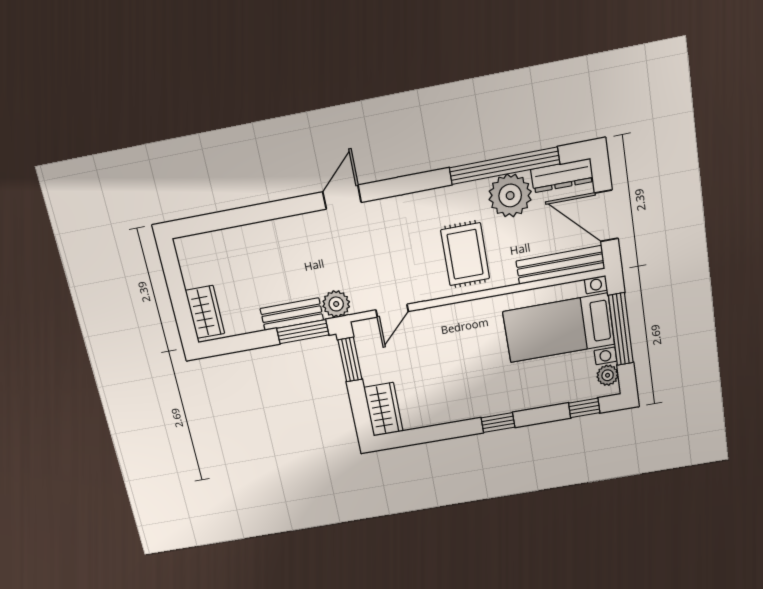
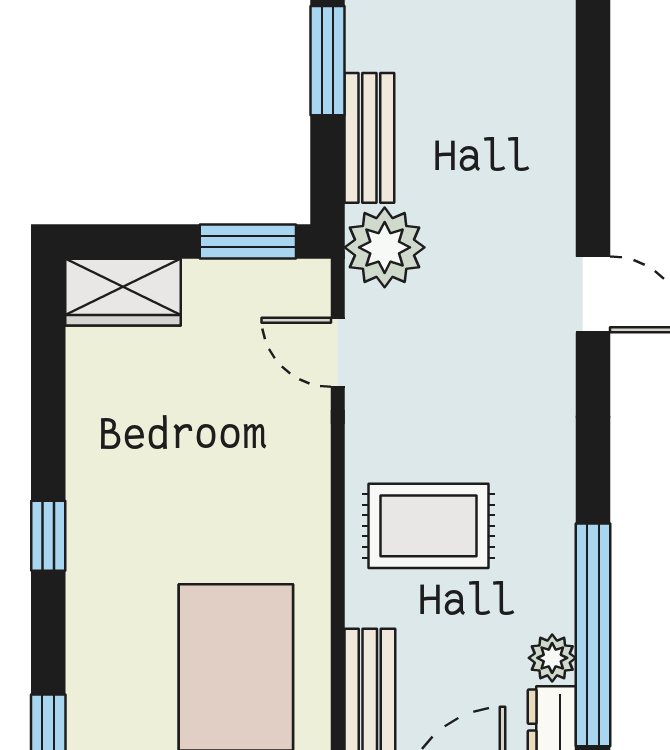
plant: (510, 195) -> (552, 658), width x0.53, depth x0.53
plant: (336, 304) -> (385, 247), width x1.36, depth x1.36
window: (303, 332) -> (327, 61), moved

